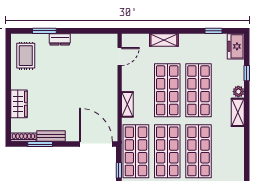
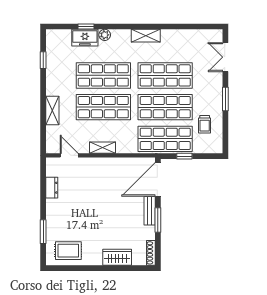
dresser: (60, 39) -> (52, 188), moved
freezer: (236, 46) -> (85, 38), moved
shelving: (127, 104) -> (103, 148), moved
shelving: (238, 112) -> (146, 36), moved
bench: (51, 136) -> (150, 211), moved
window: (40, 144) -> (158, 220), moved

